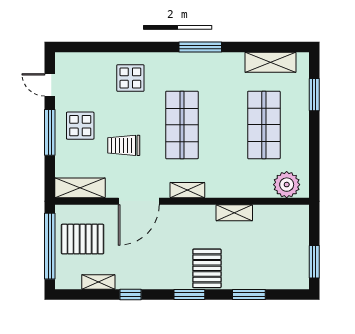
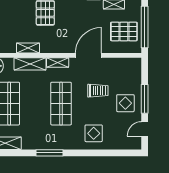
door: (50, 85) -> (145, 129), swing flipped
shelving: (80, 188) -> (30, 64), moved

